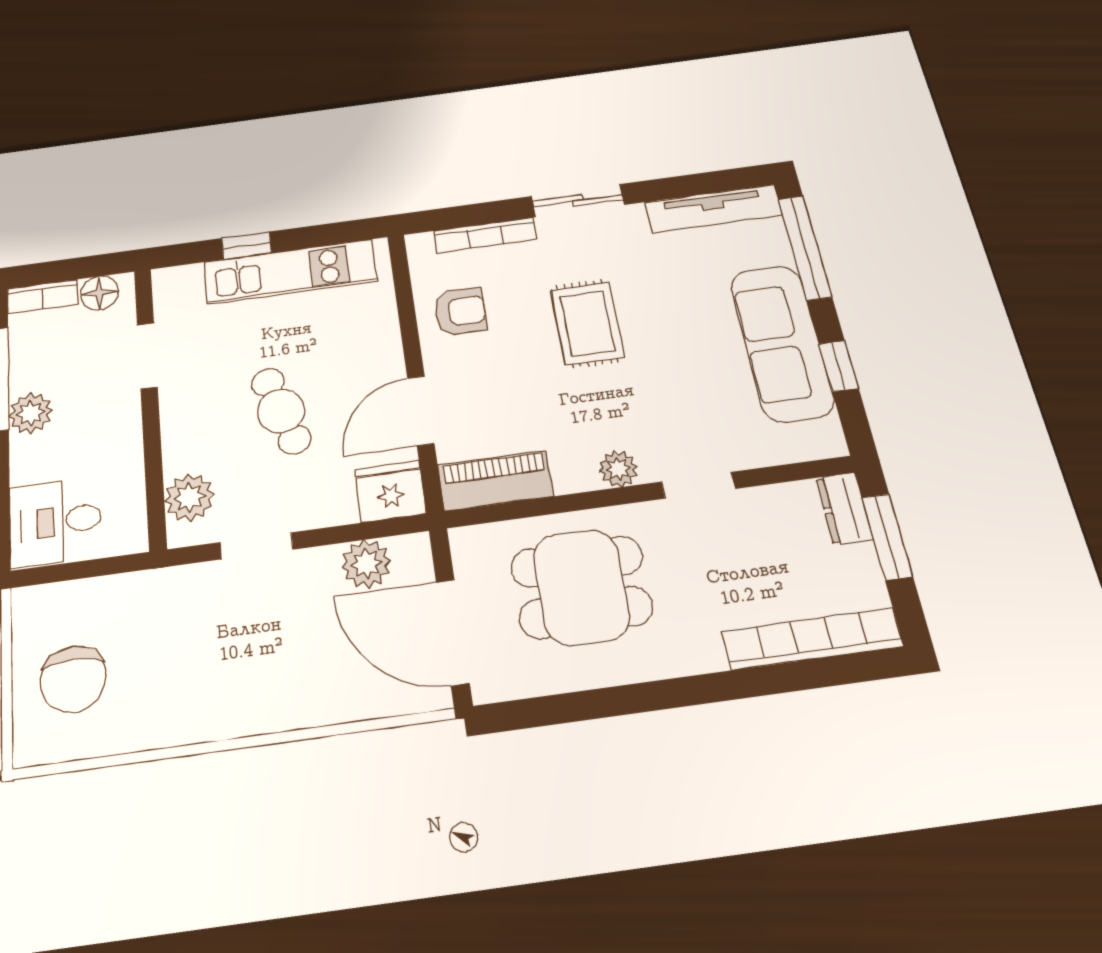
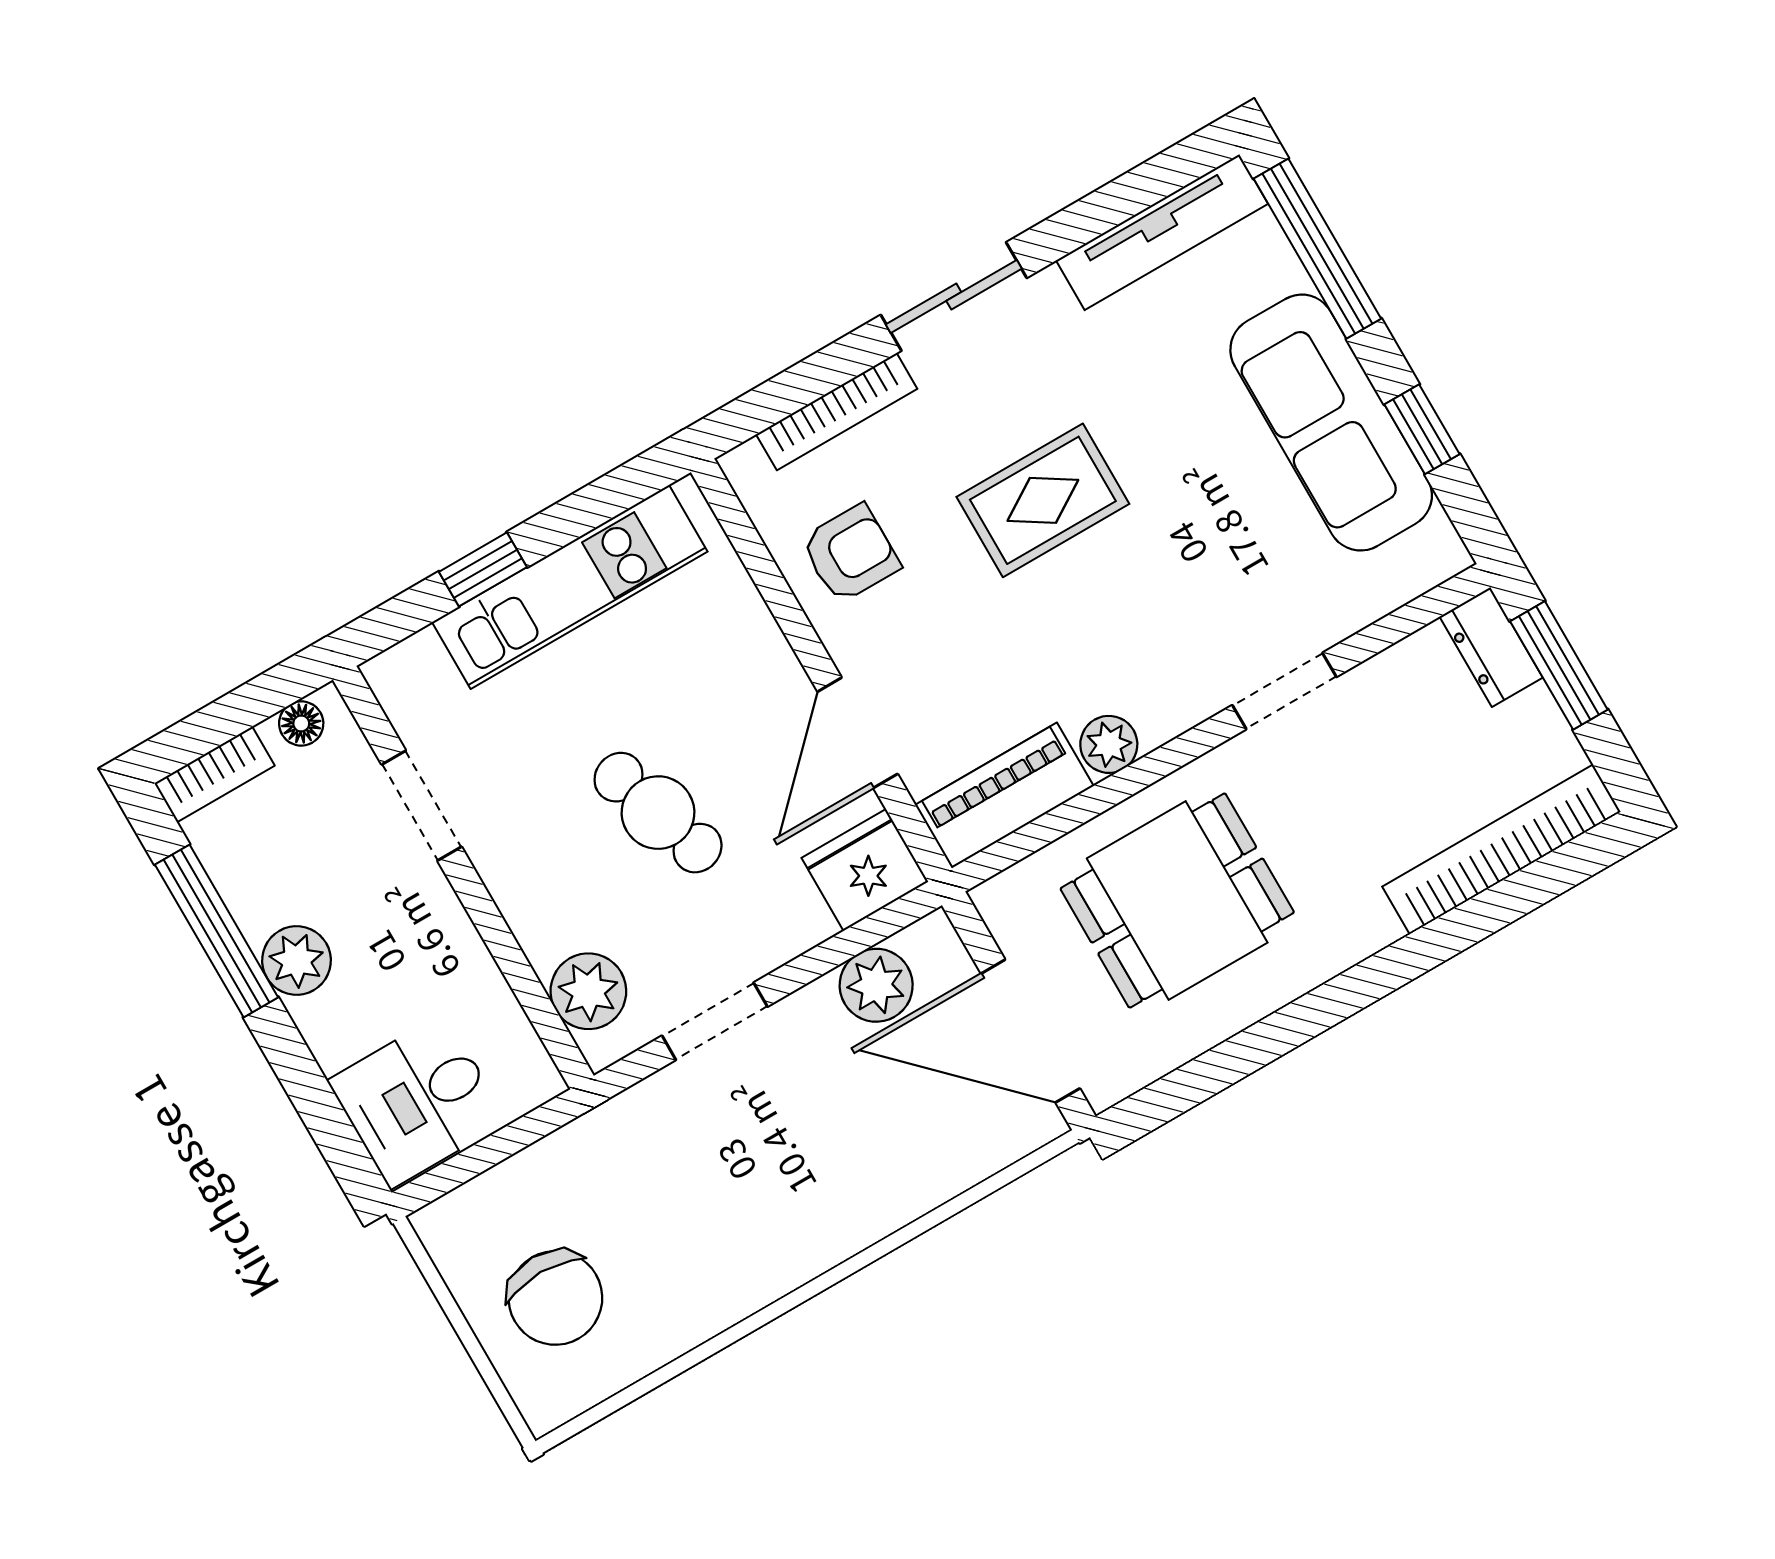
floor lamp: (100, 293) -> (301, 723), width x0.73, depth x0.73
rug: (587, 323) -> (1043, 500), turned 90
plant: (618, 469) -> (1109, 744), moved

